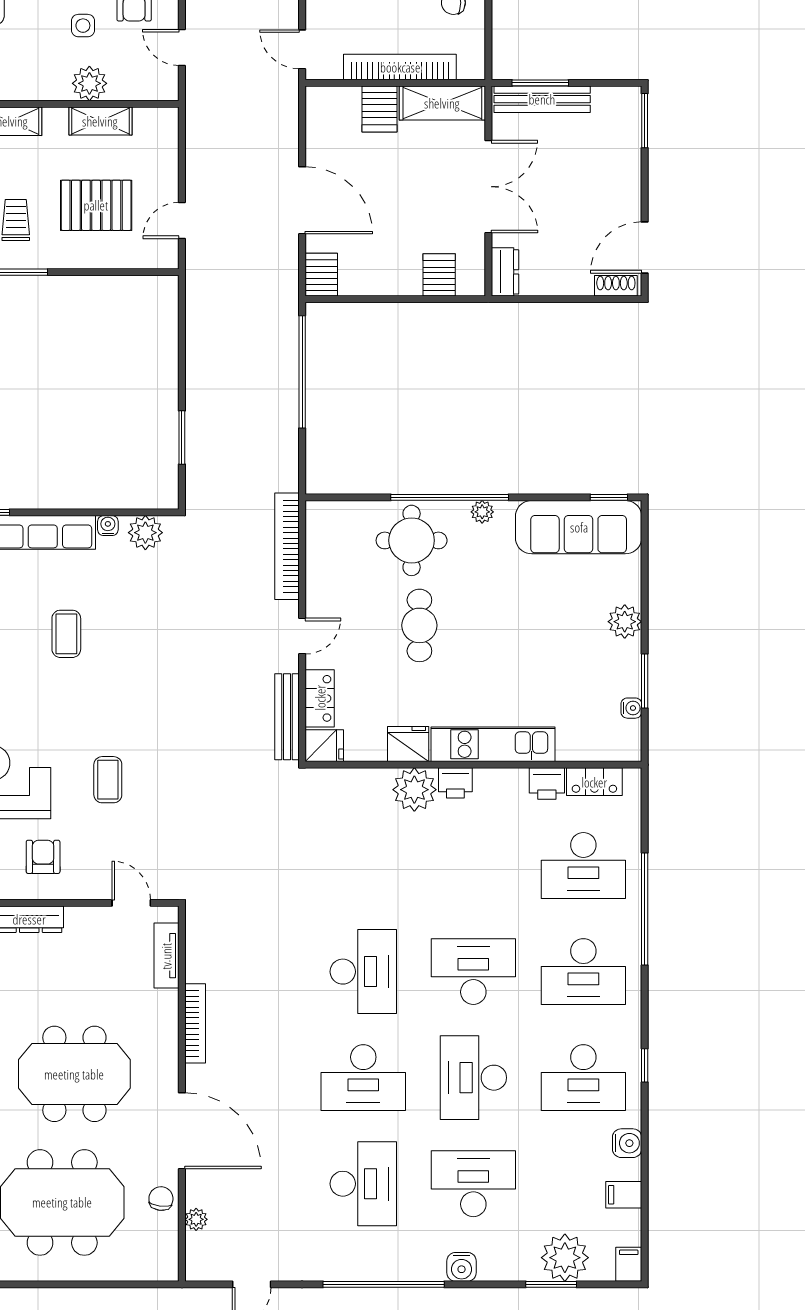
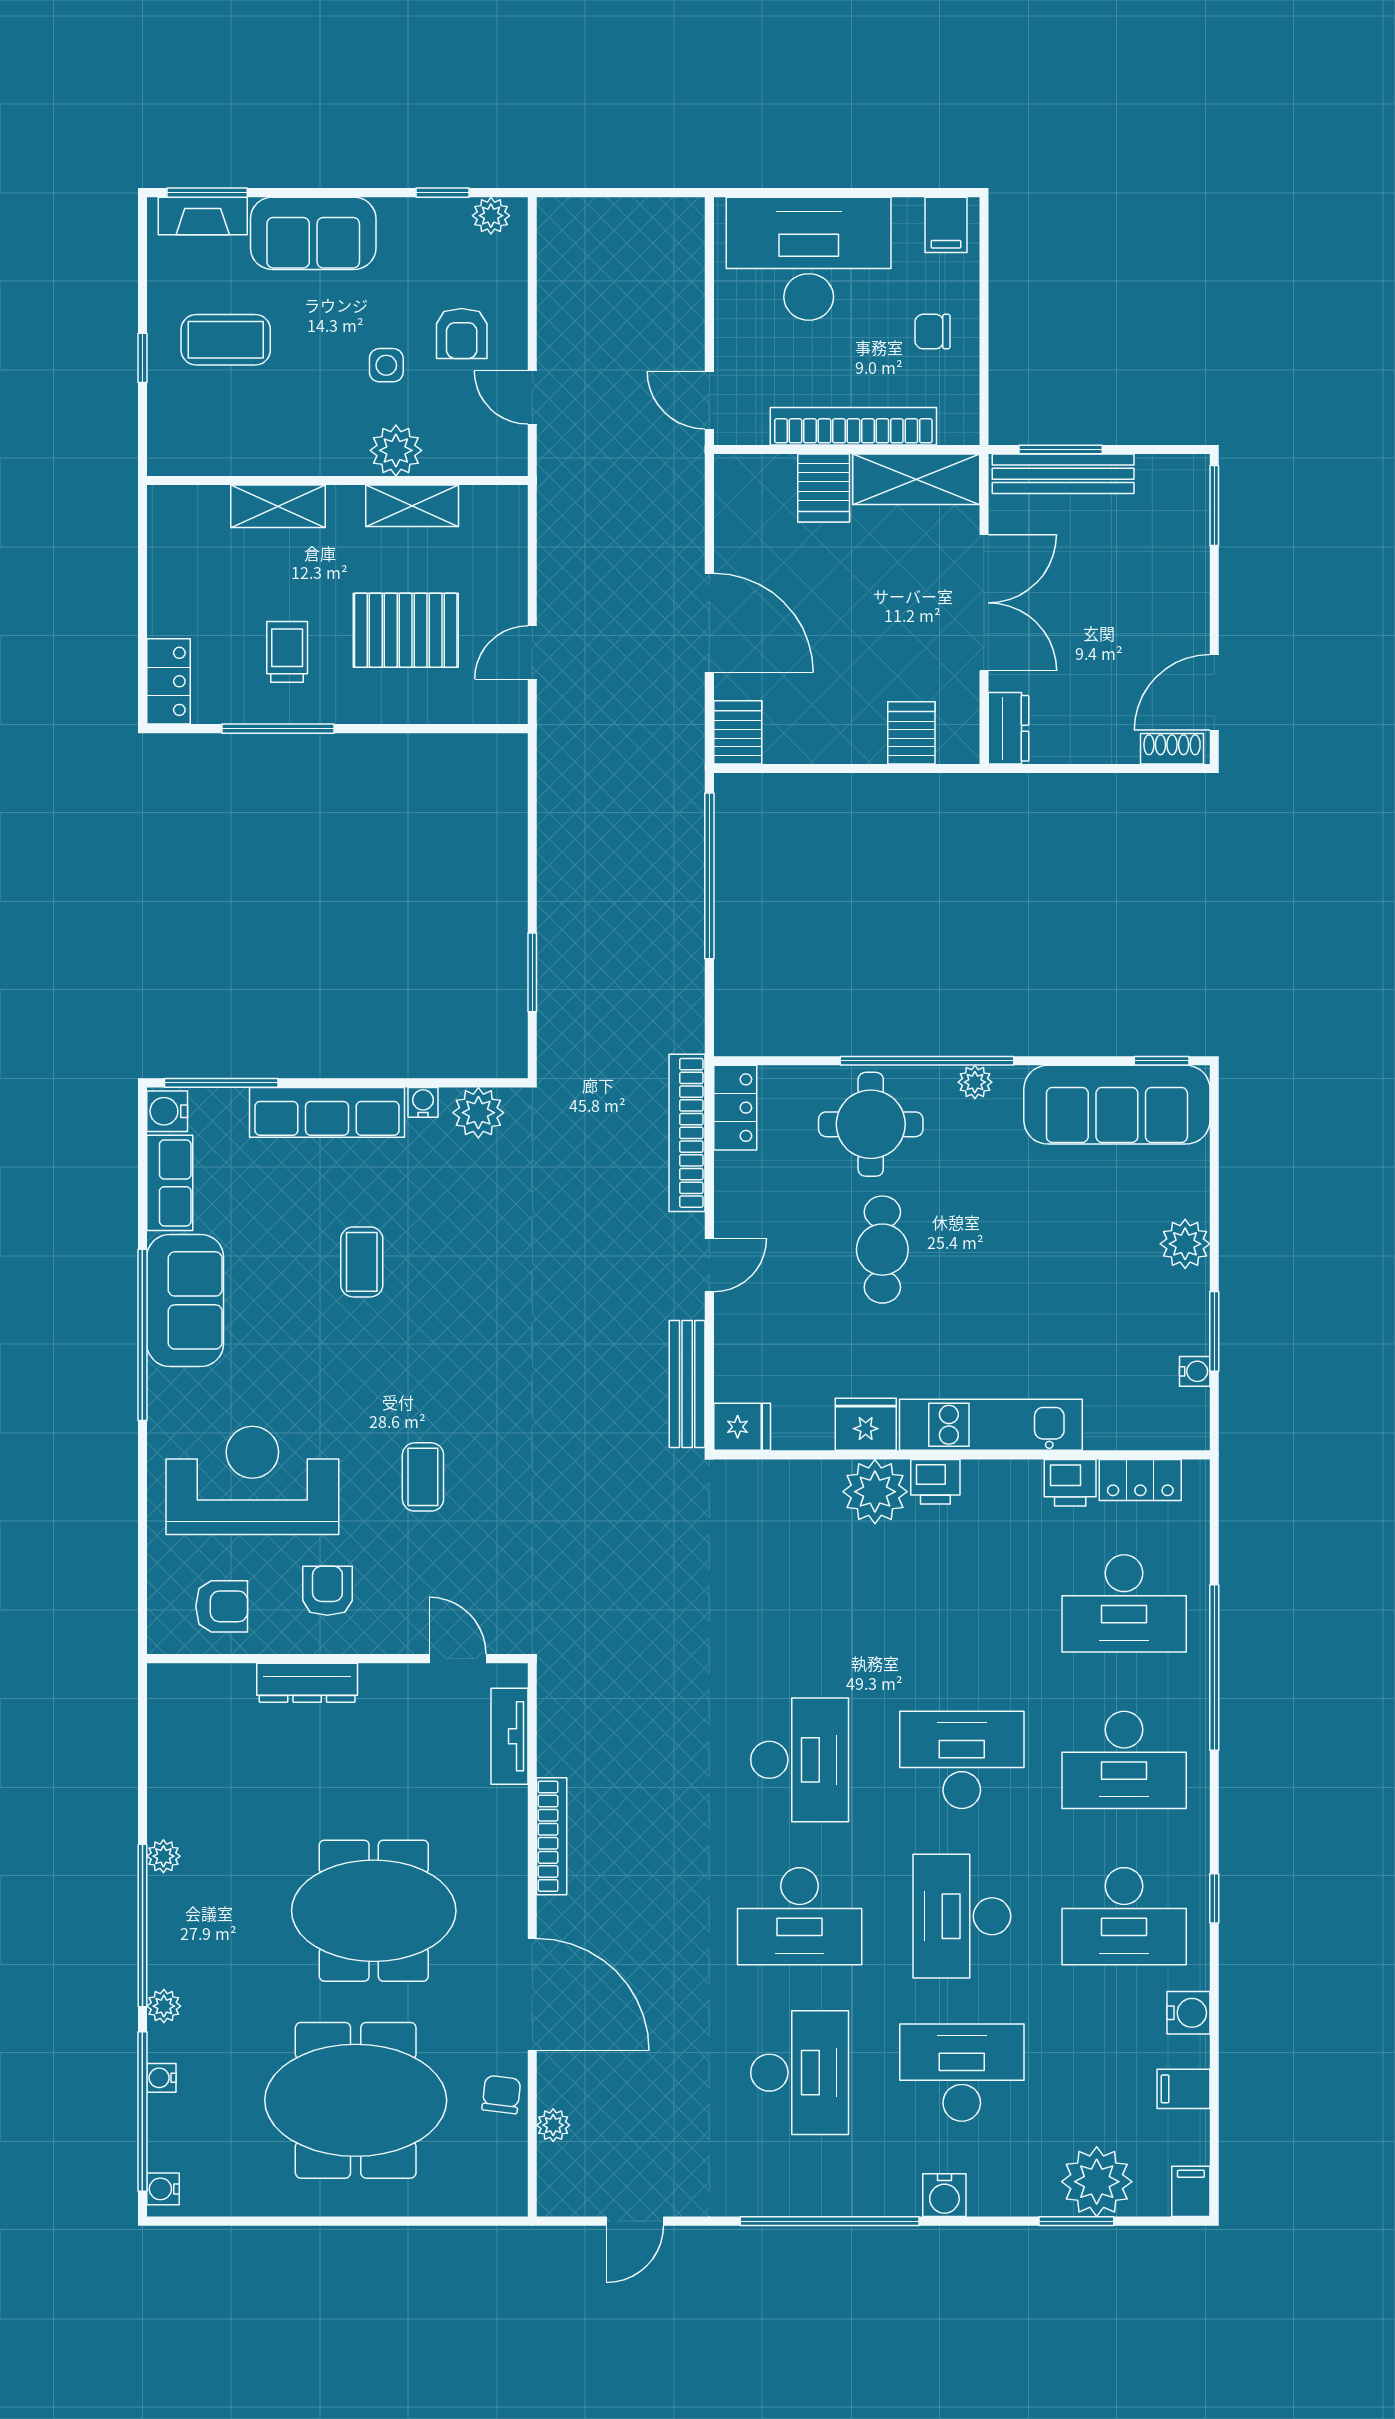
locker: (320, 698) -> (735, 1108), moved

